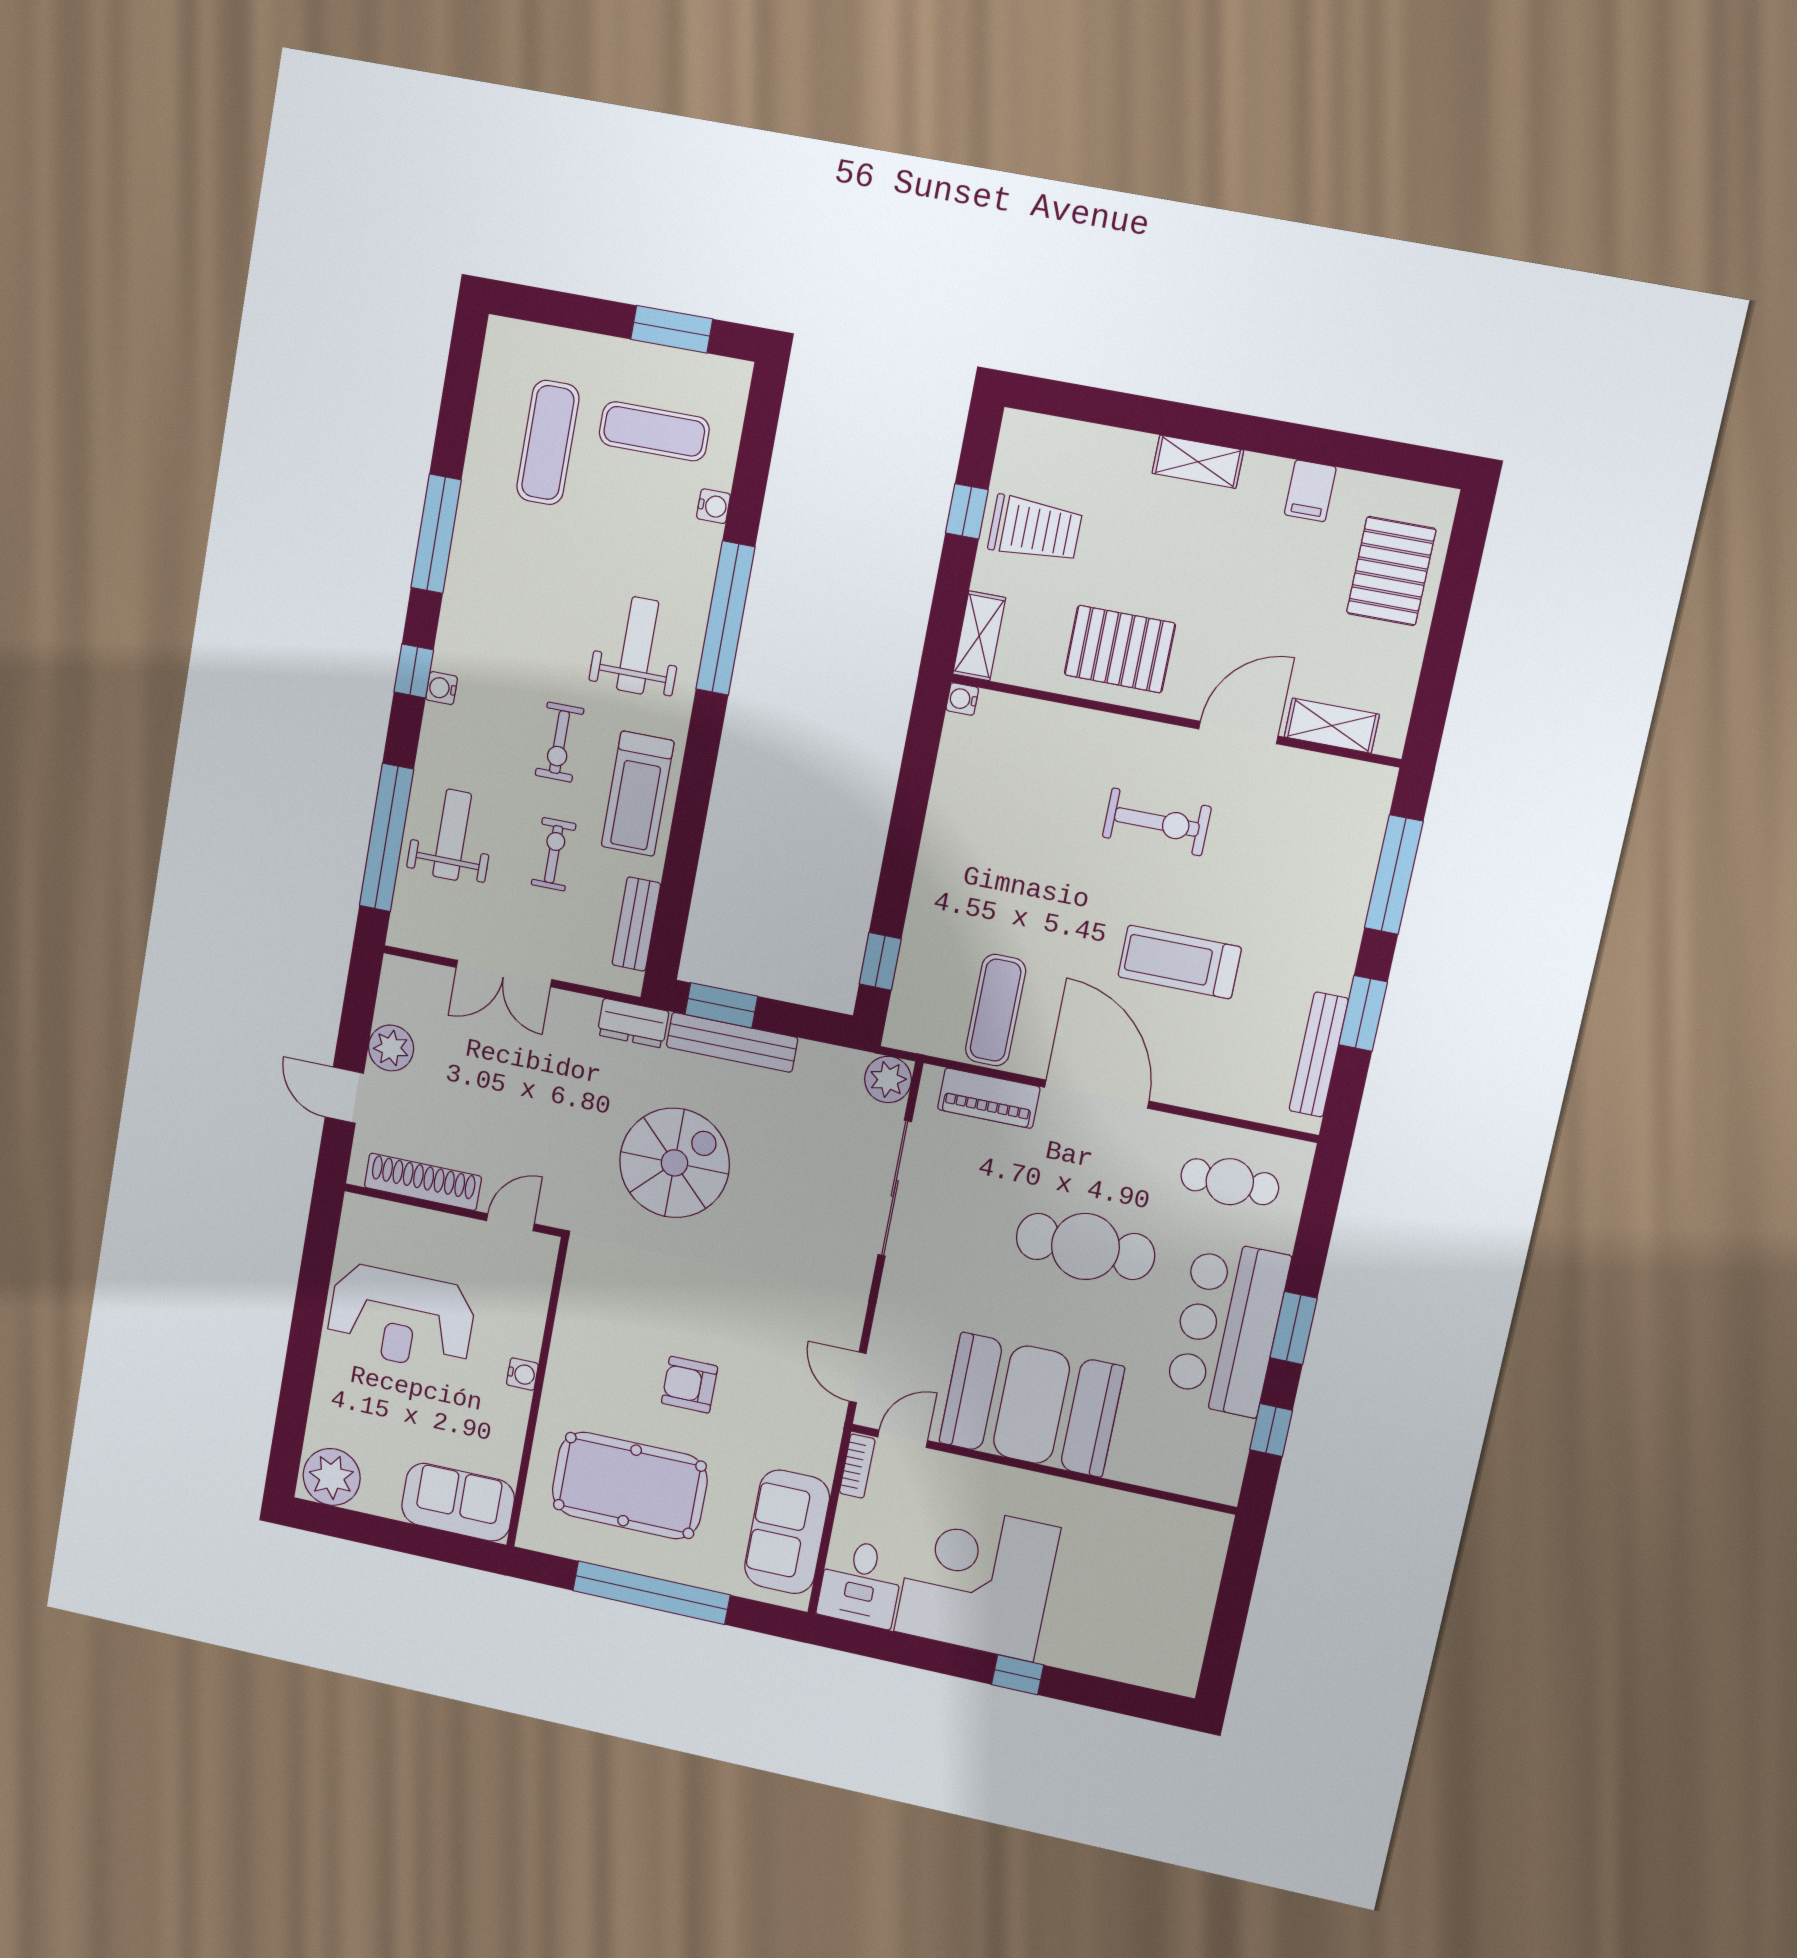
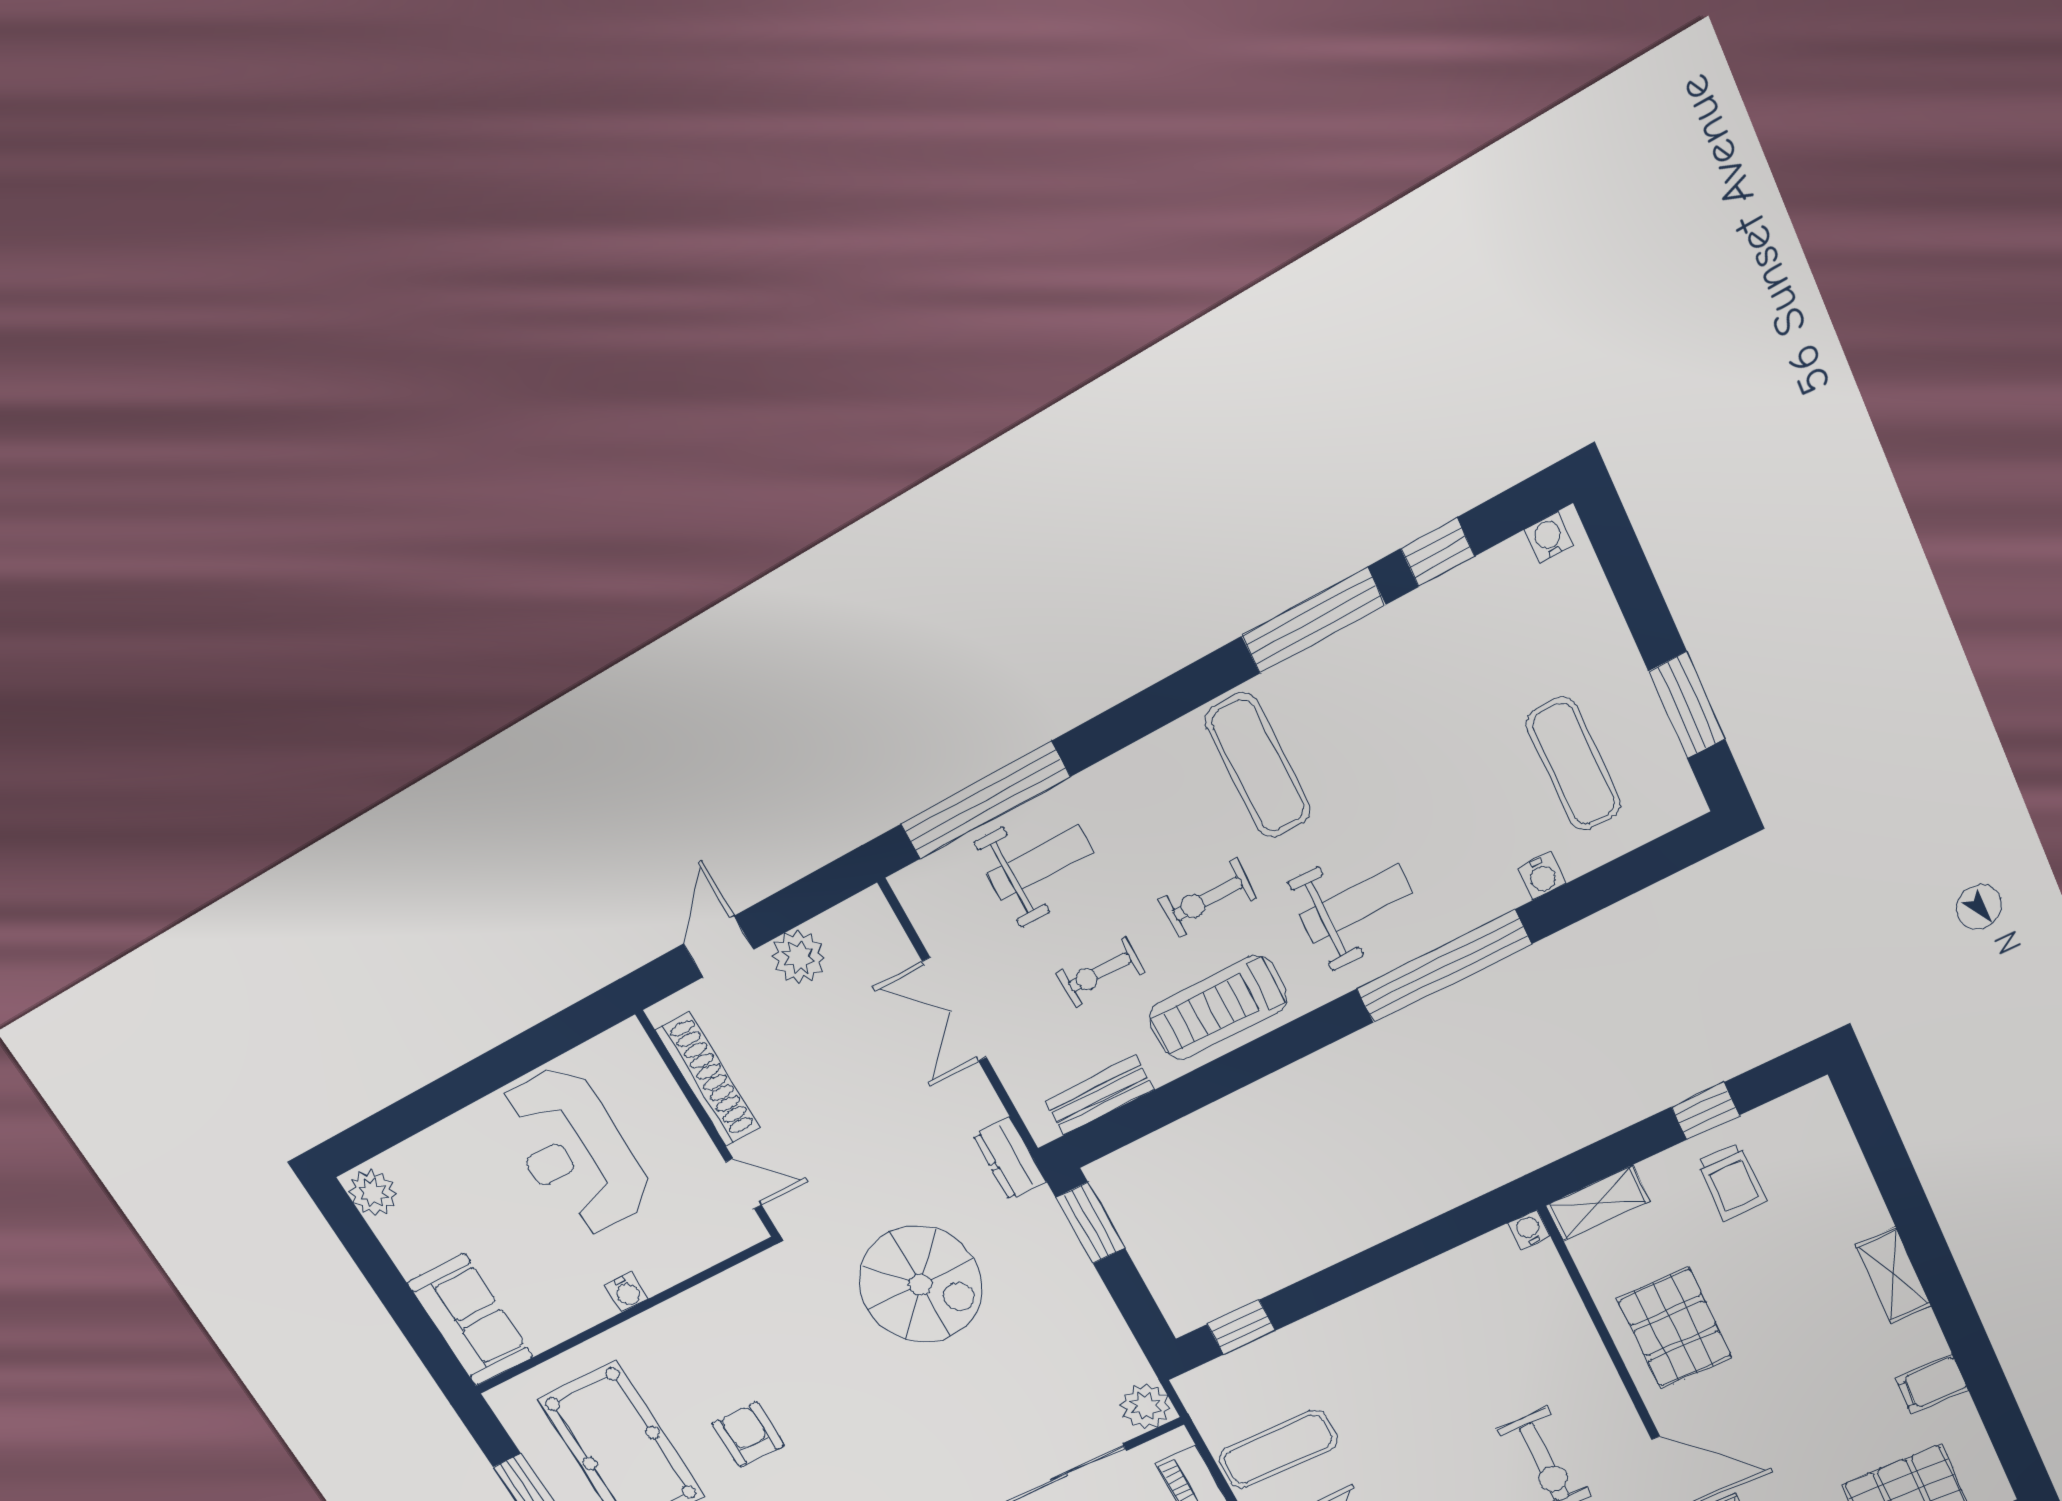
exercise mat: (548, 443) -> (1258, 766), moved, turned 90
trolley: (1035, 529) -> (1732, 1182), width x0.73, depth x0.72
window: (414, 671) -> (1438, 552), moved
water cooler: (442, 688) -> (1549, 538), moved
exercise bike: (554, 854) -> (1100, 972), turned 180
bench: (732, 1042) -> (1066, 1256), removed
plant: (332, 1477) -> (373, 1193), width x0.73, depth x0.73

